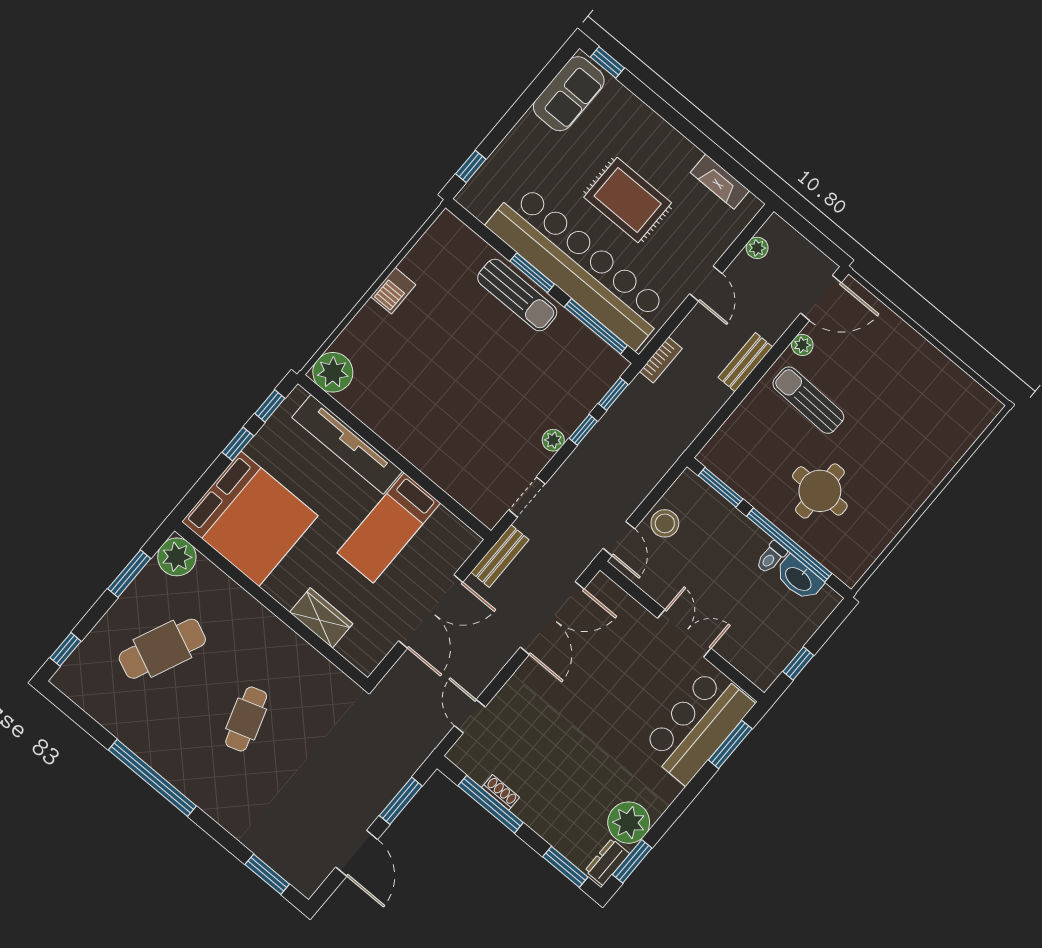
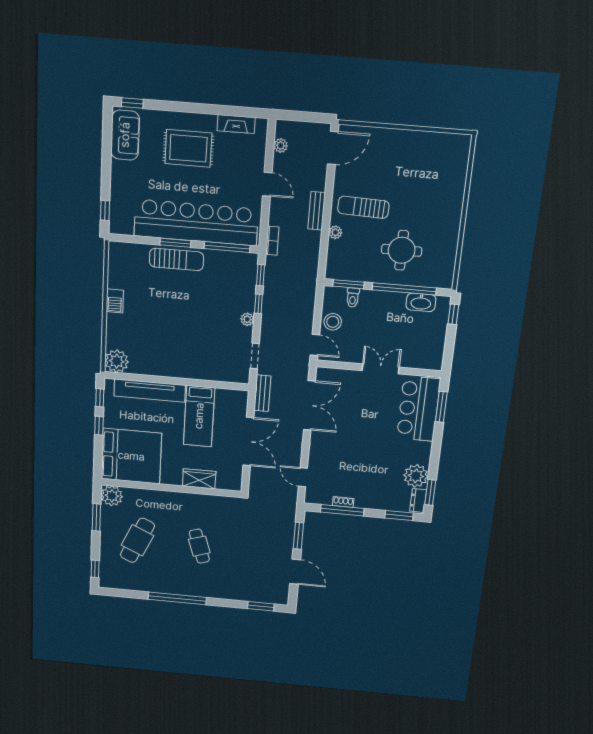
rug: (628, 200) -> (188, 148), moved
plant: (802, 345) -> (335, 232), moved
toilet: (771, 557) -> (353, 298), moved
window: (798, 663) -> (453, 314), moved

